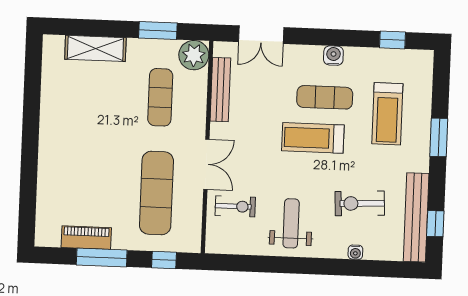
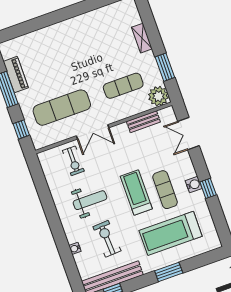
window: (393, 40) -> (208, 188), moved
shelving: (95, 48) -> (142, 38), width x0.67, depth x0.75
bench: (220, 90) -> (143, 122), width x0.73
treadmill: (387, 114) -> (171, 233), width x1.37, depth x1.38
weight bench: (291, 223) -> (90, 200), moved

